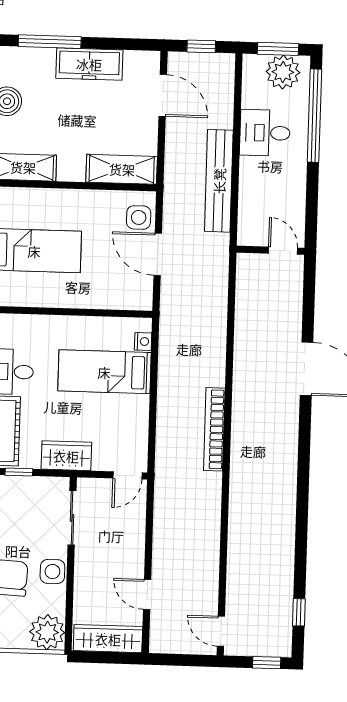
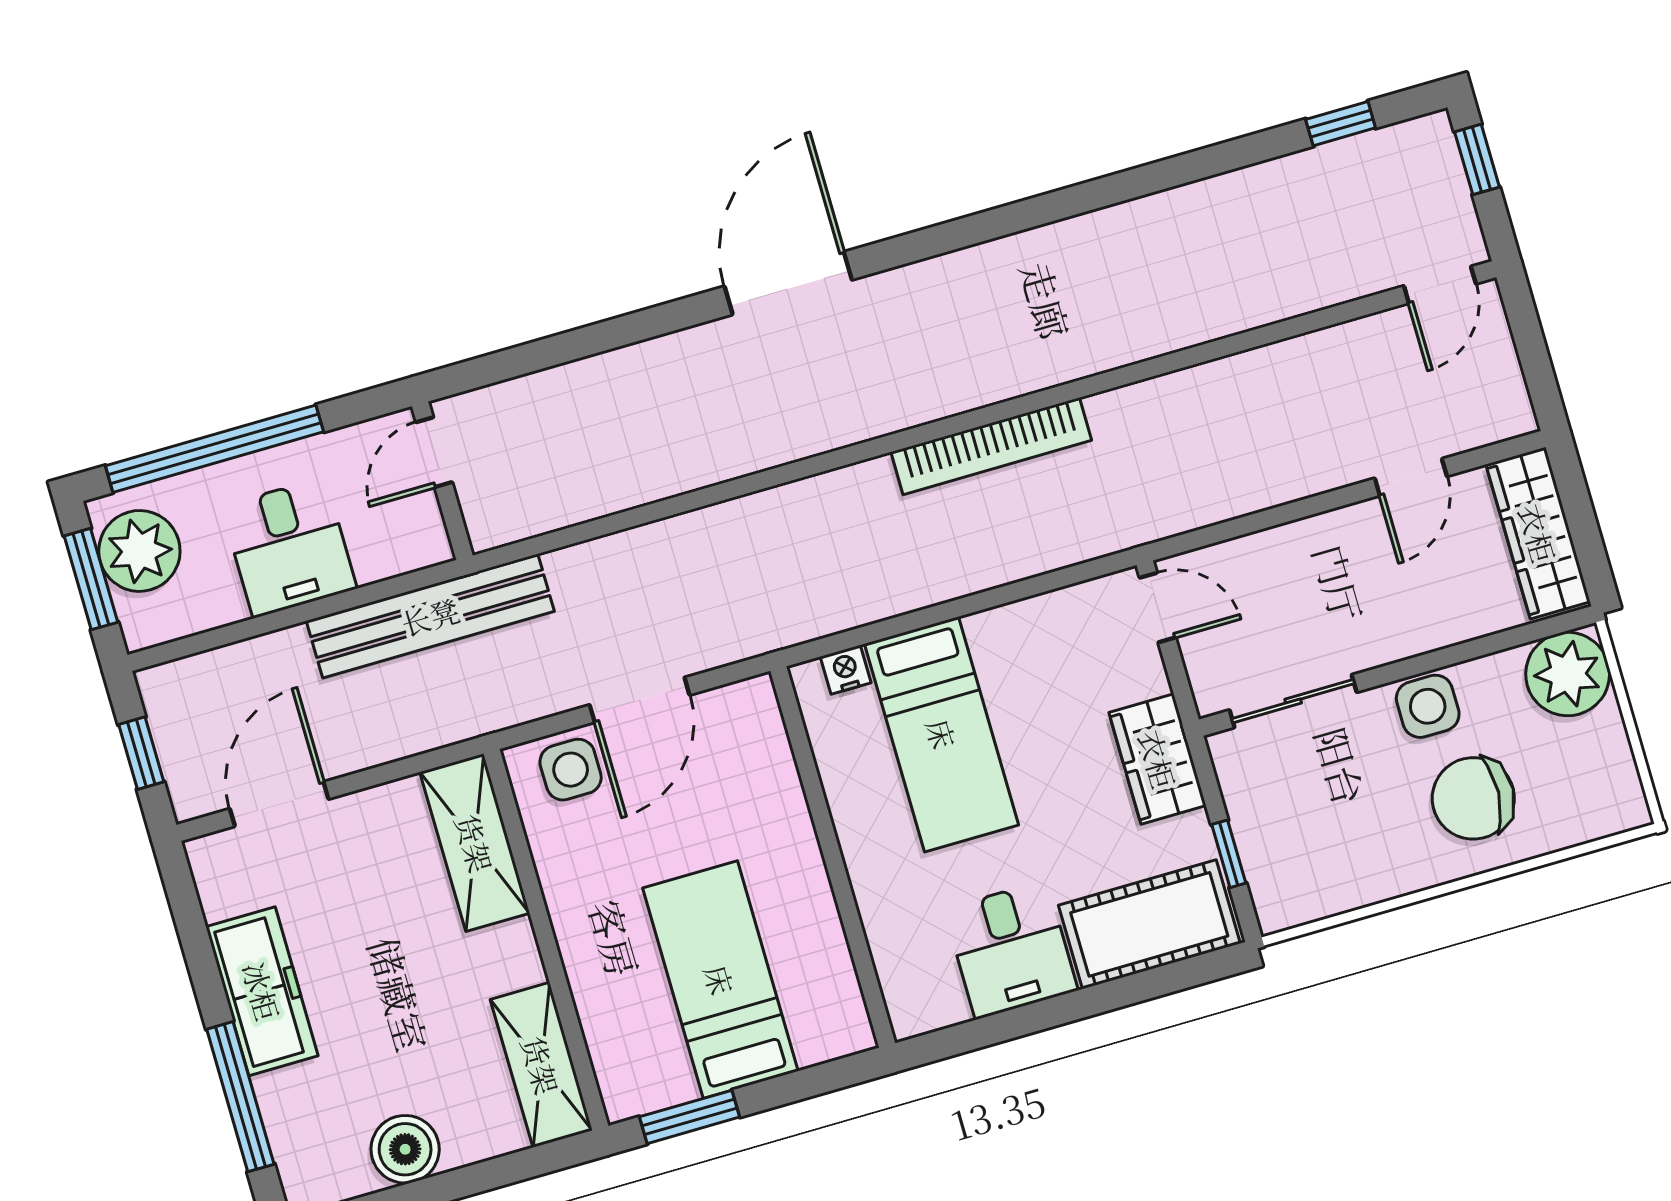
wall: (270, 250) -> (442, 481), moved
door: (283, 251) -> (434, 452), moved

